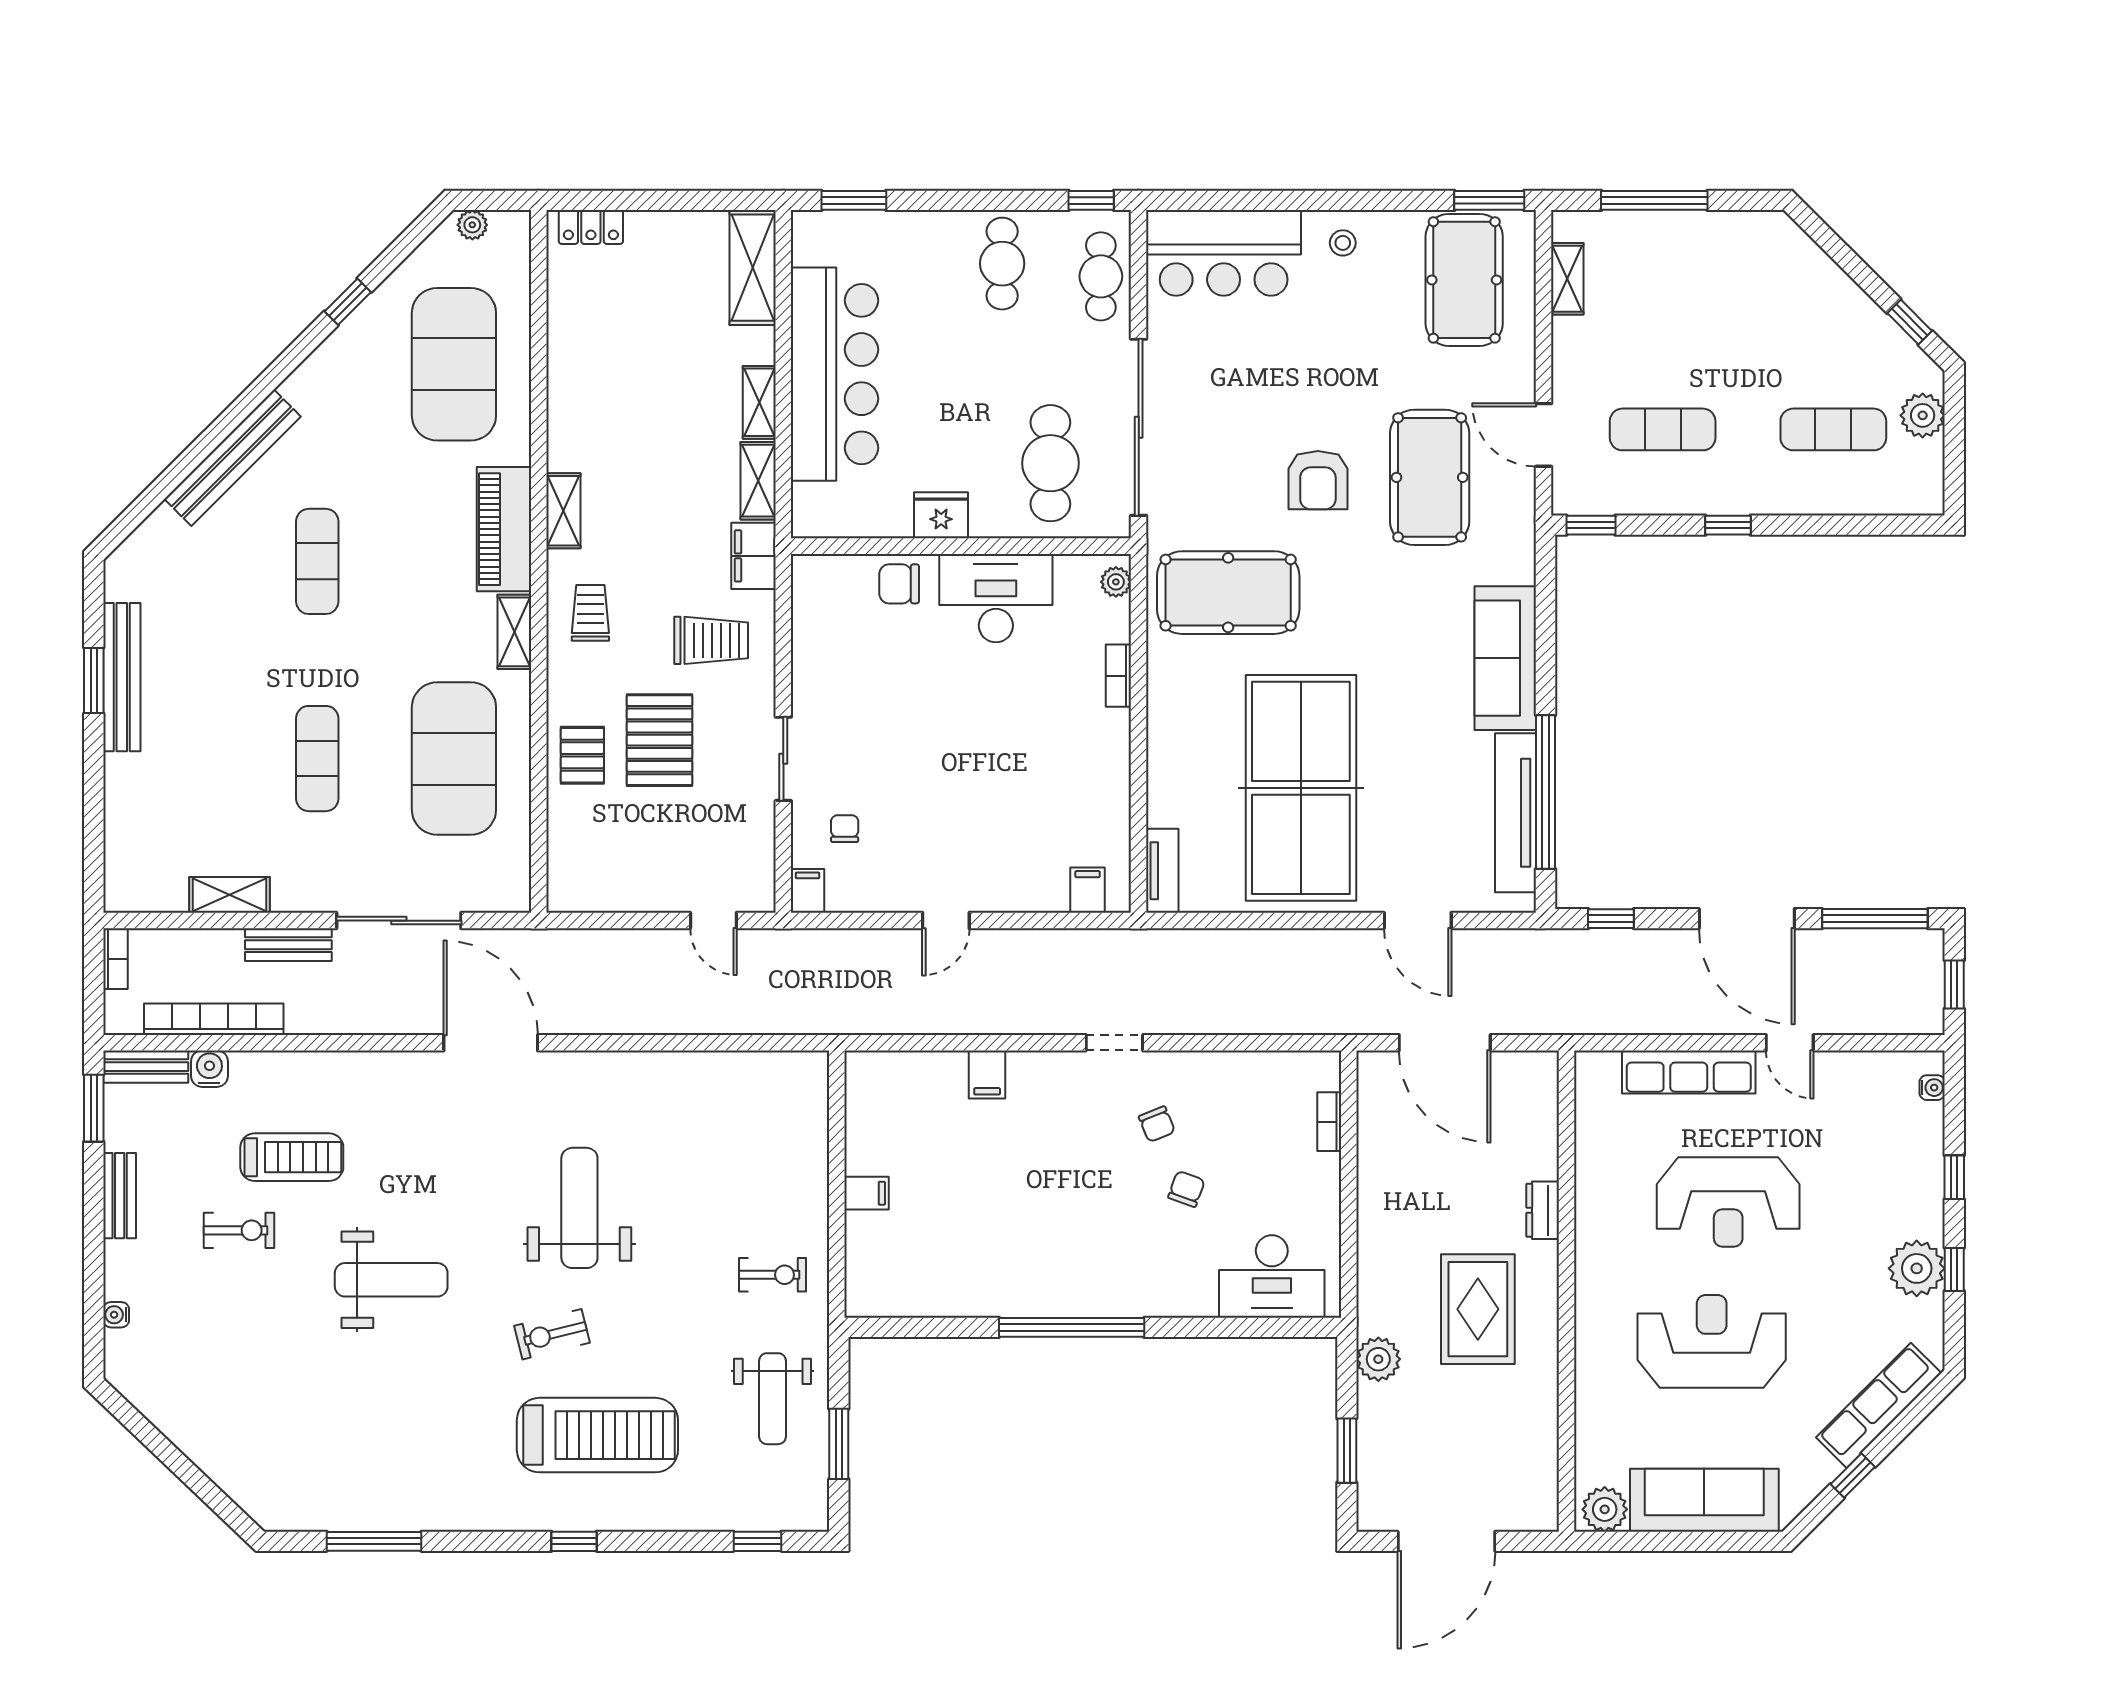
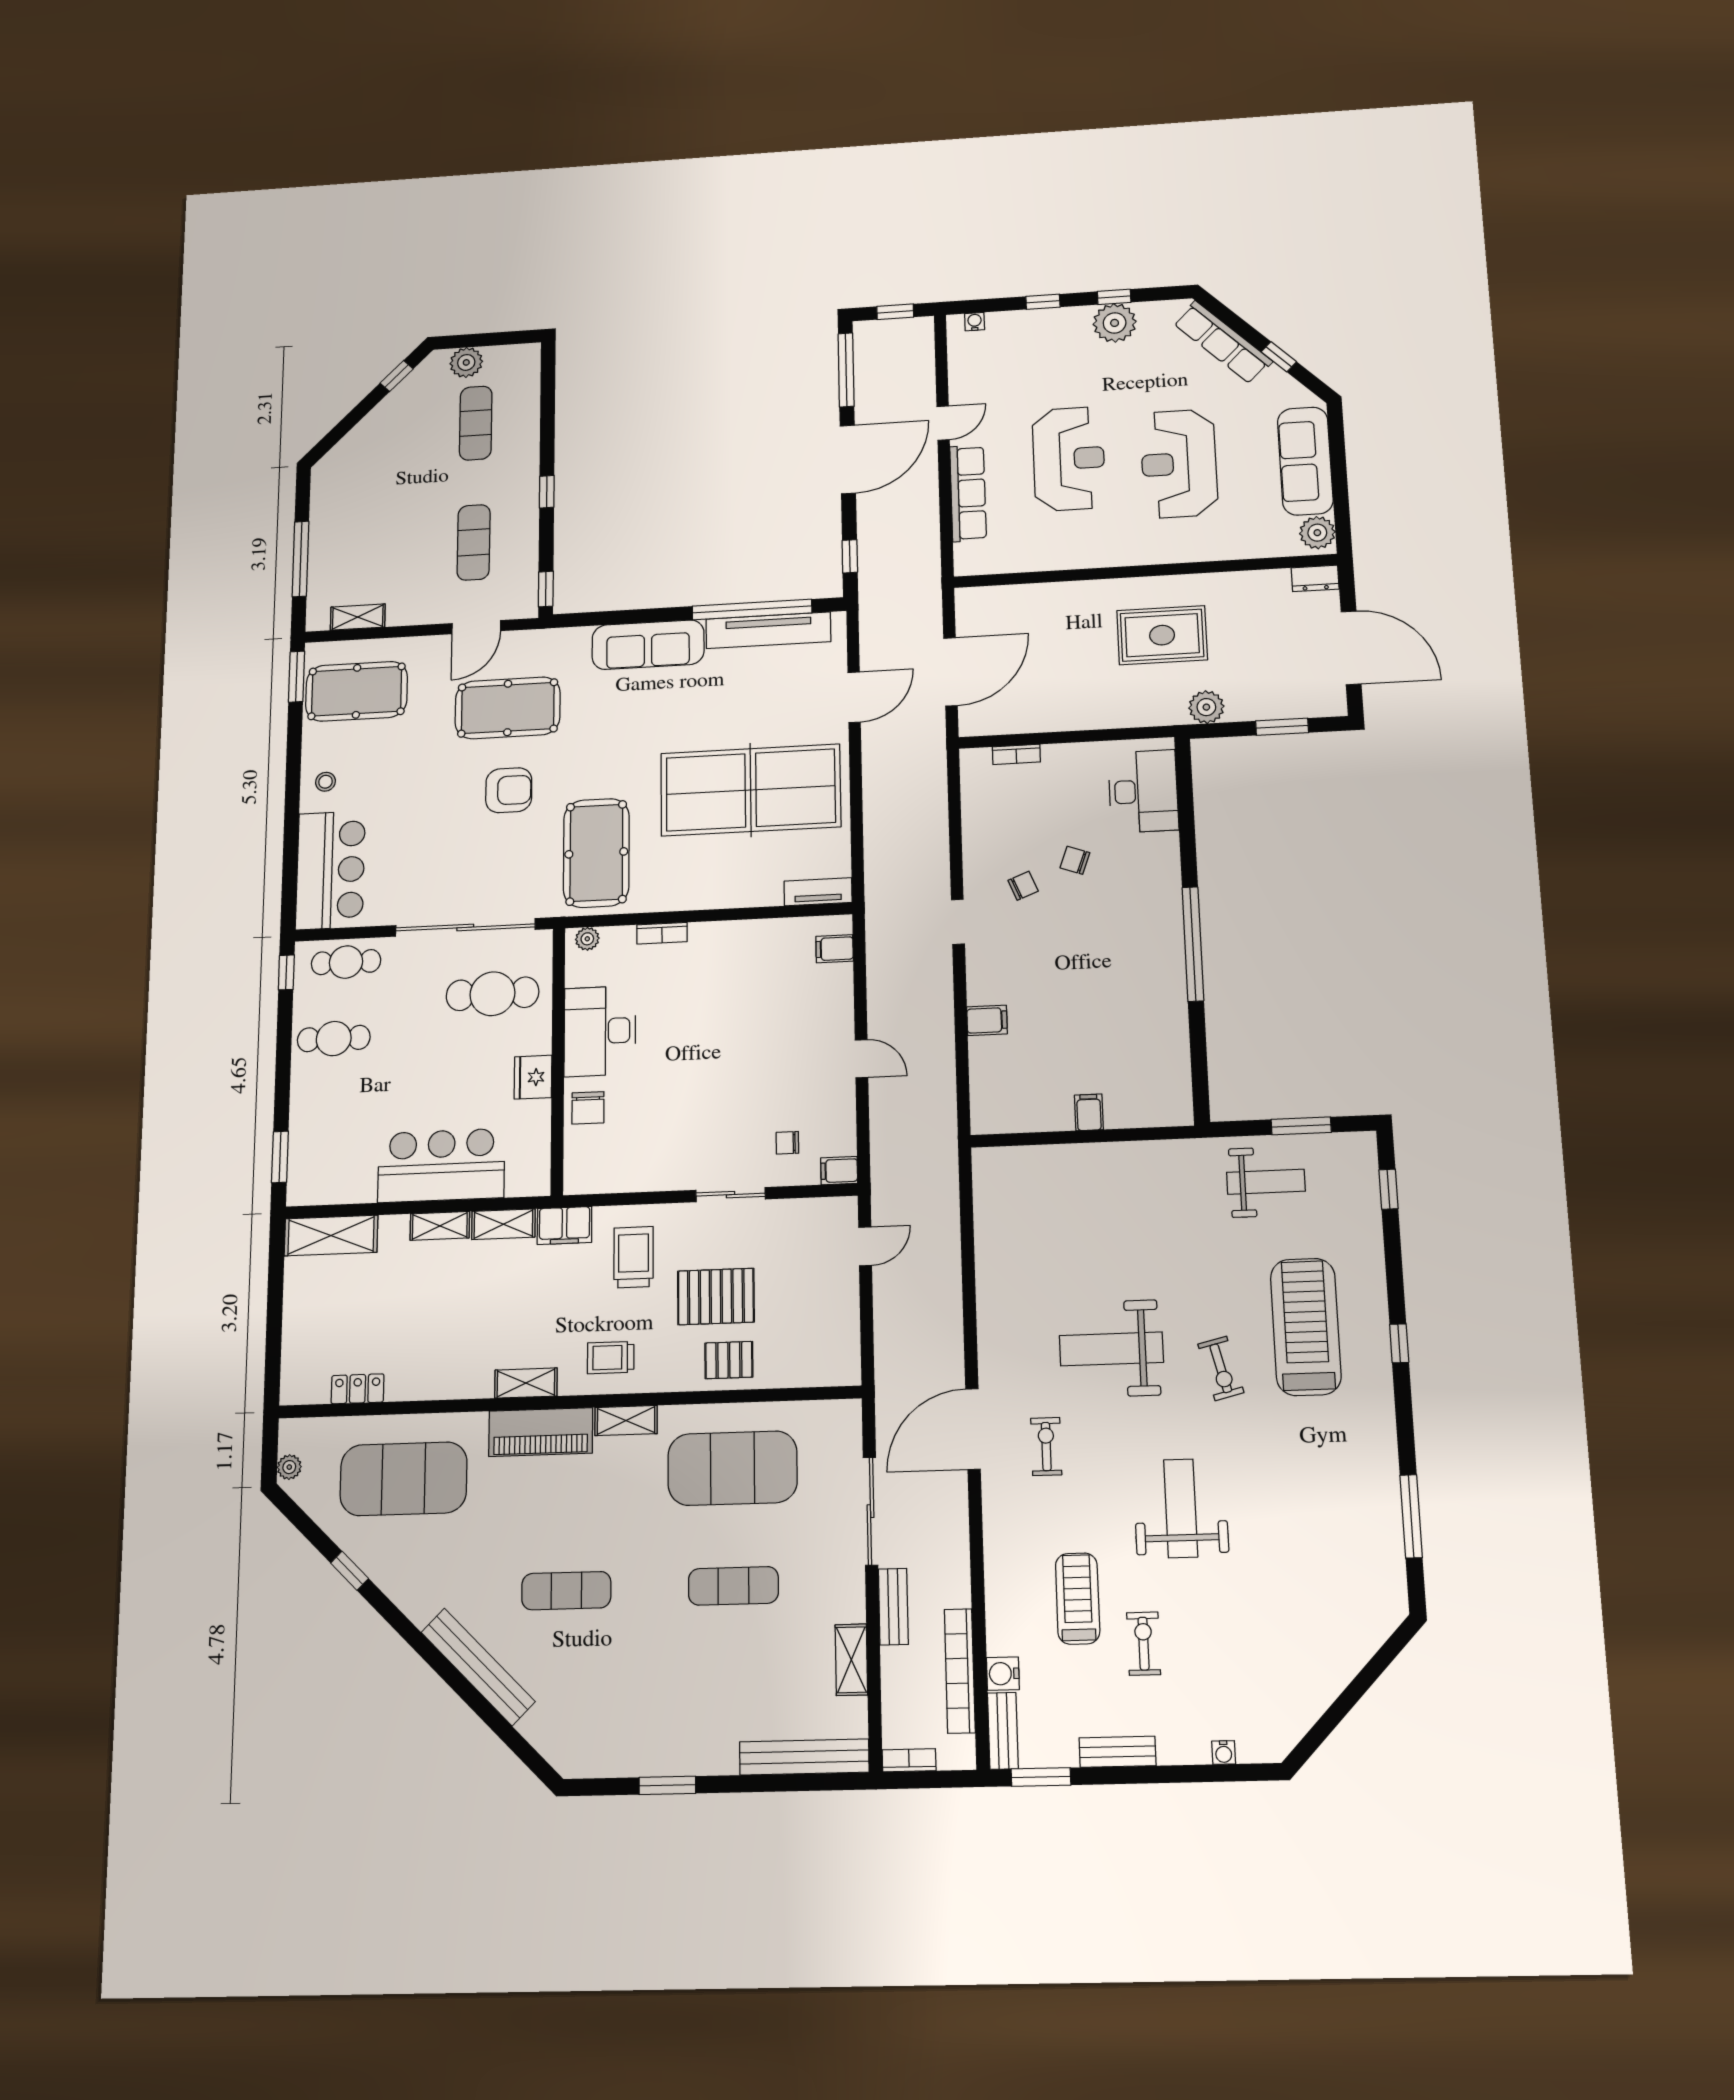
locker: (591, 227) -> (358, 1389), moved, turned -90
bar counter: (834, 374) -> (441, 1165), width x0.73
bench: (122, 677) -> (804, 1757), moved
dresser: (1543, 1210) -> (1315, 578), moved
exercise bike: (772, 1275) -> (1046, 1446), moved

